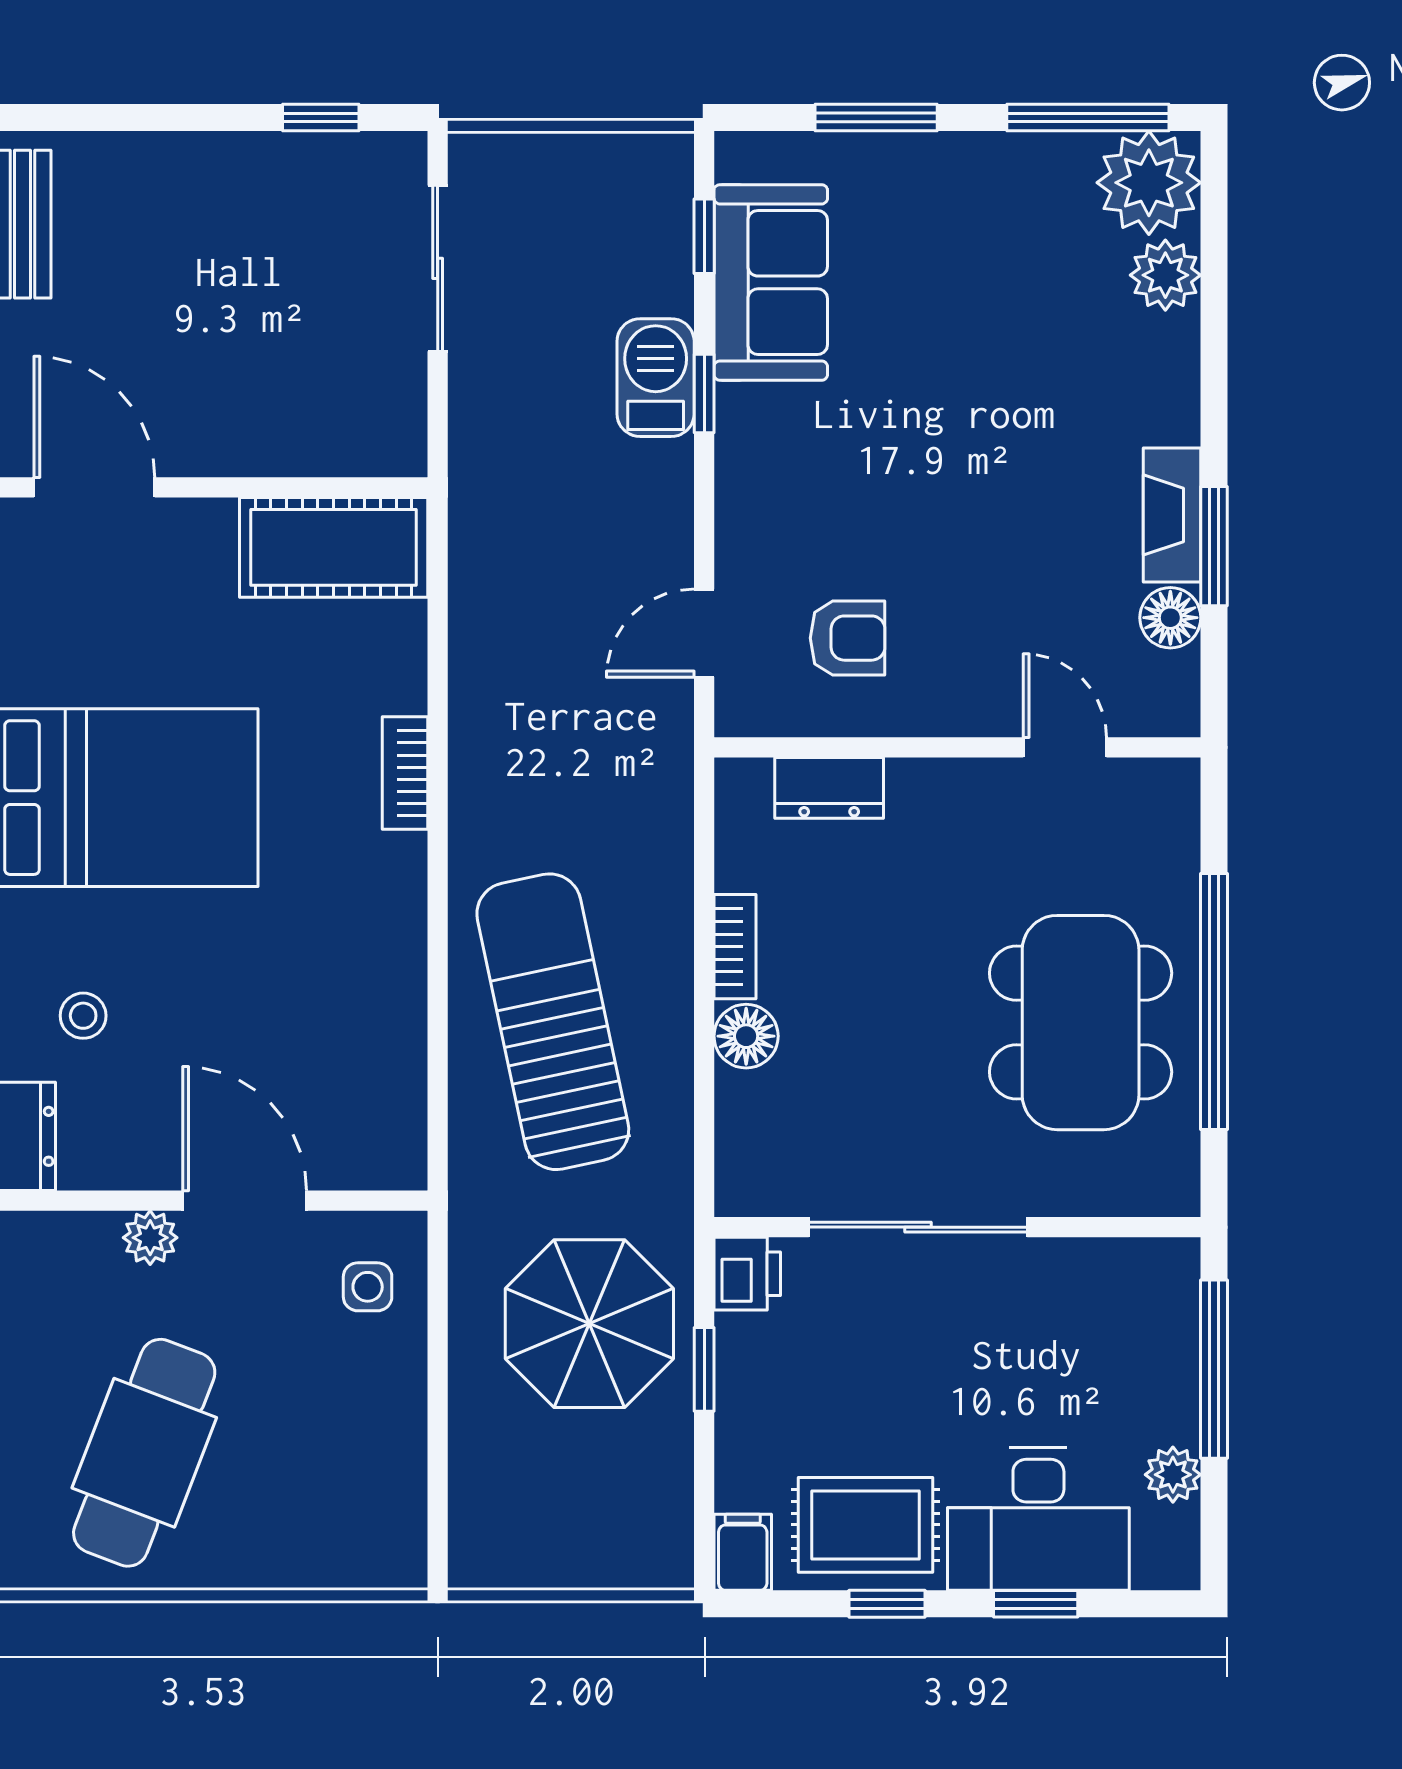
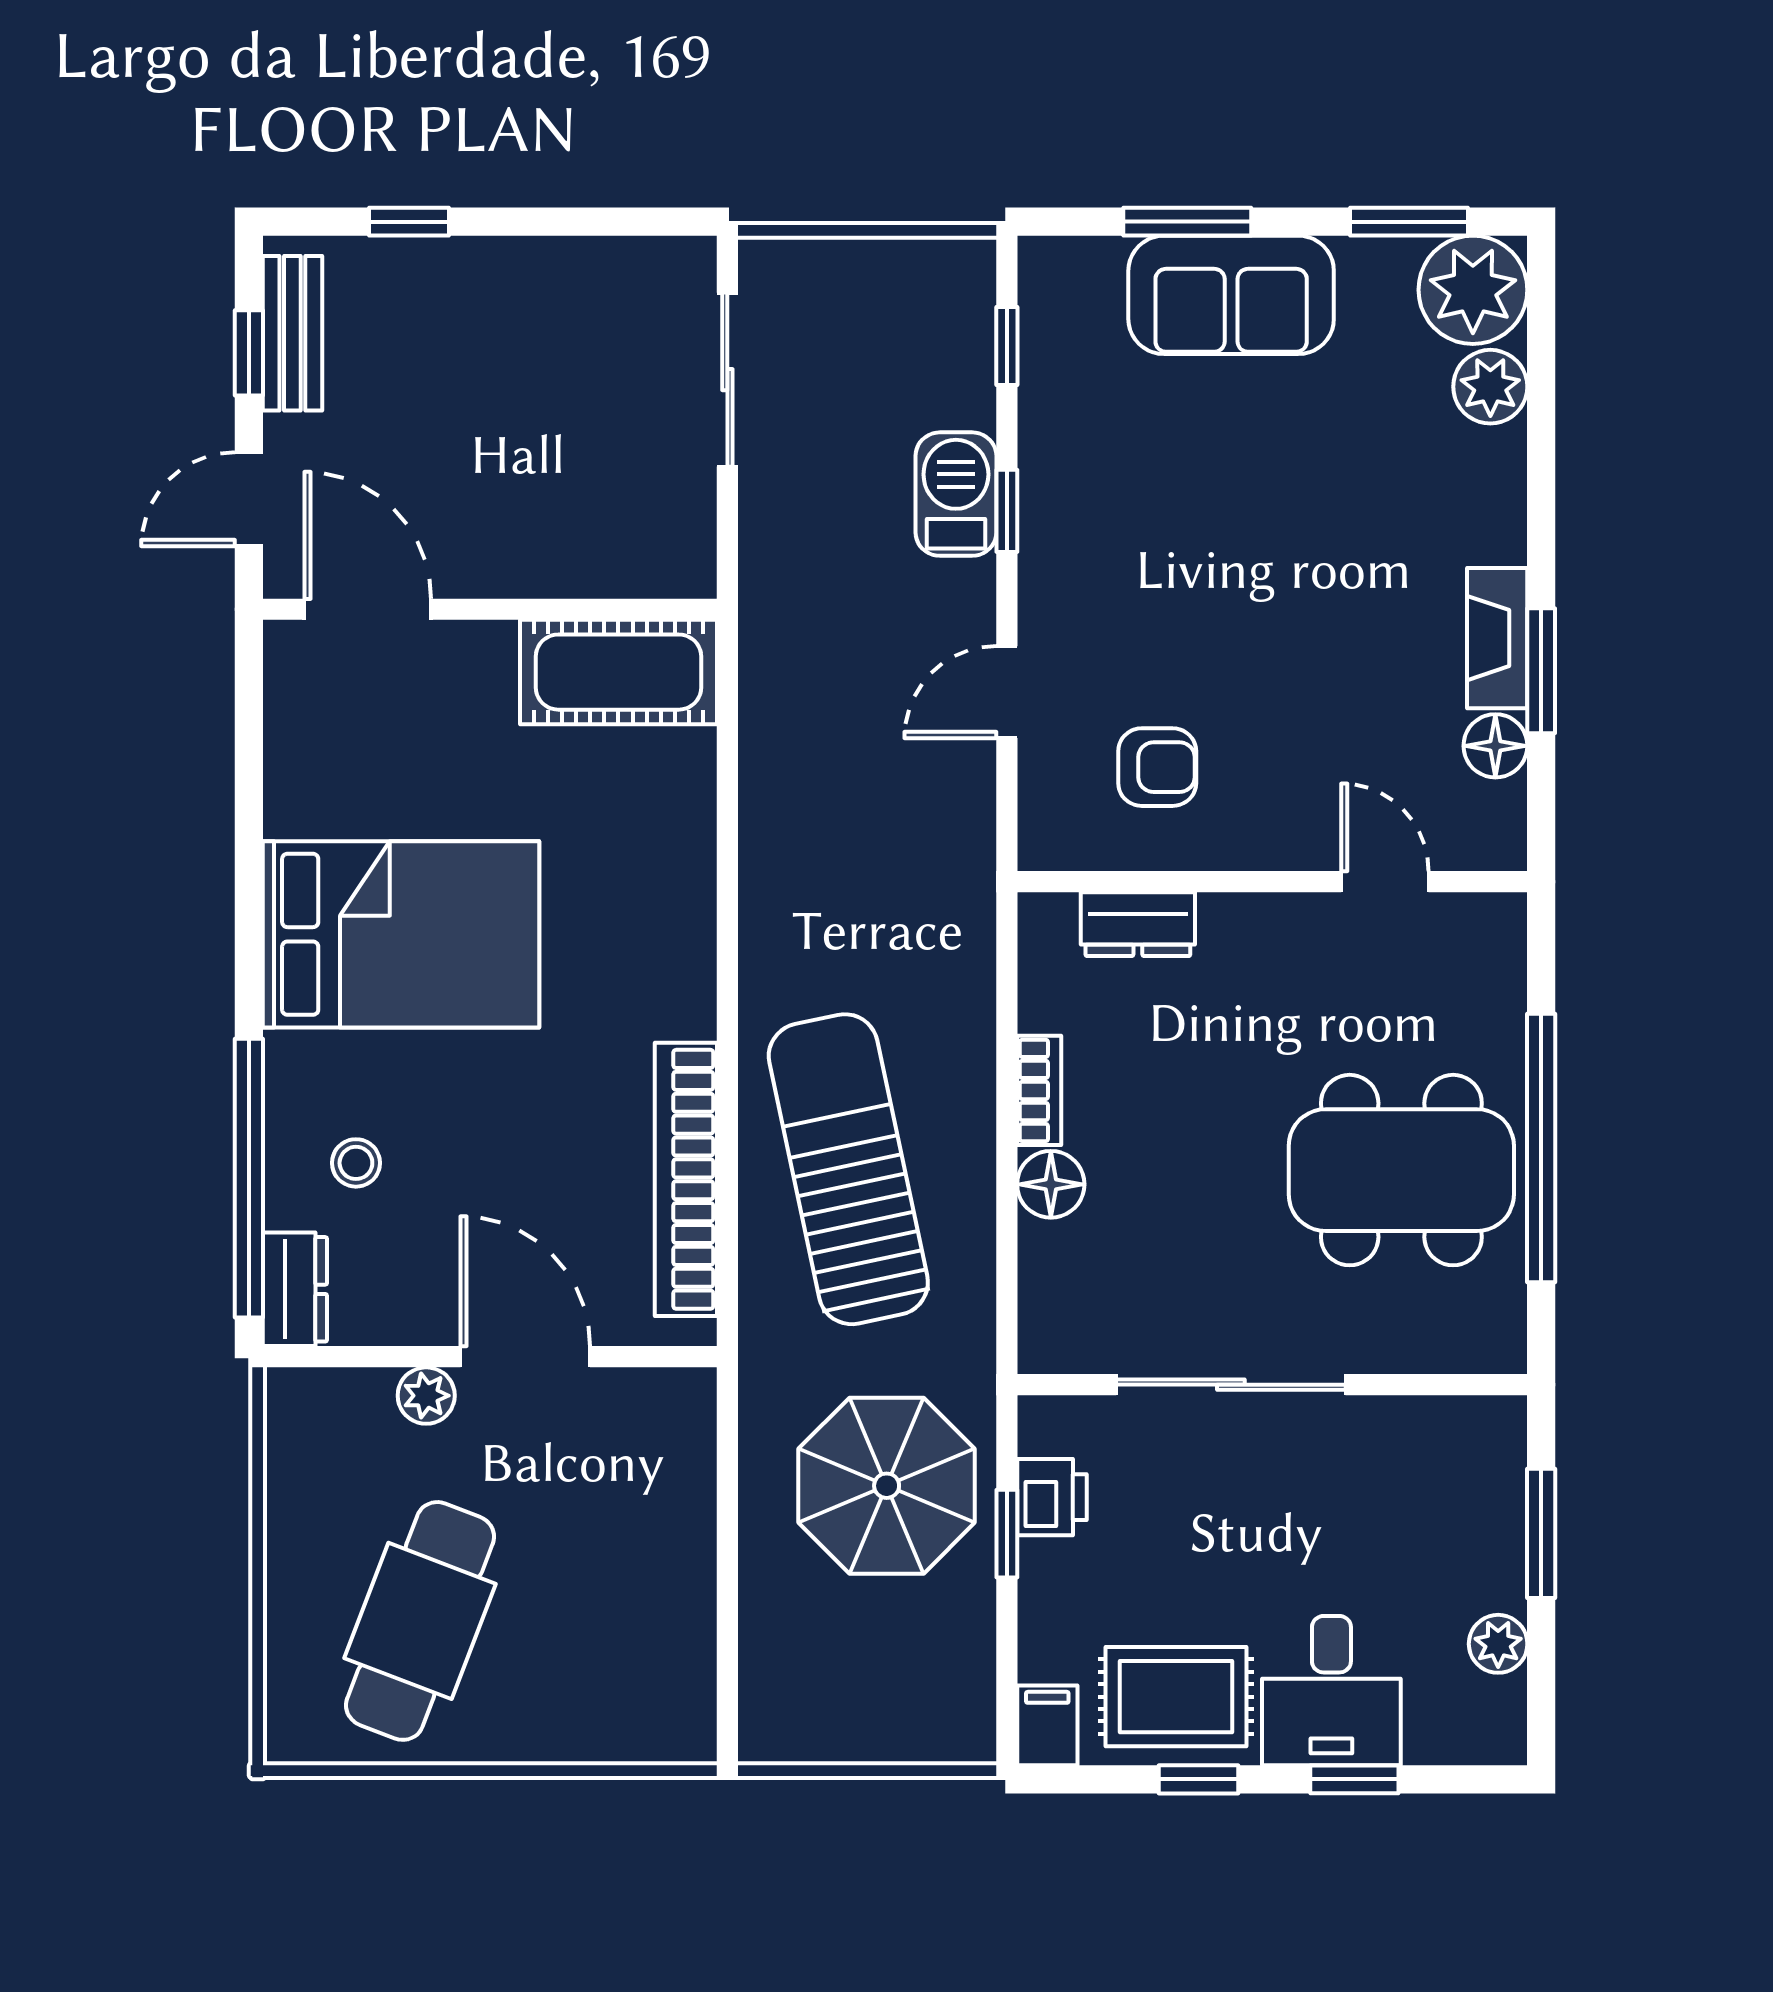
window: (321, 118) -> (409, 222), moved
window: (1088, 118) -> (1409, 222), width x0.69
sofa: (771, 282) -> (1231, 295), moved, turned 90
door: (704, 633) -> (1007, 692), moved
bookcase: (405, 773) -> (686, 1179), moved, width x2.31, depth x1.31
dining table: (1081, 1023) -> (1401, 1170), turned 90
printer: (747, 1274) -> (1052, 1497), moved
side table: (368, 1287) -> (654, 1447), removed
window: (1214, 1369) -> (1541, 1533), width x0.69
desk: (1038, 1519) -> (1331, 1691), width x0.73

